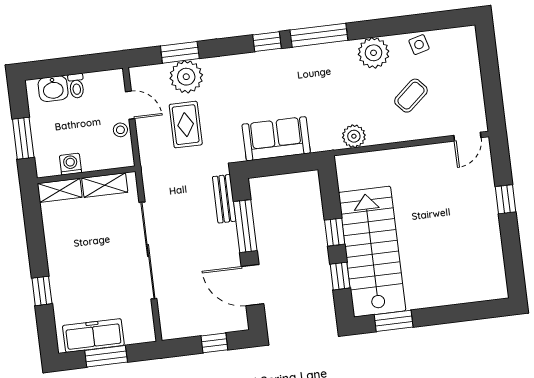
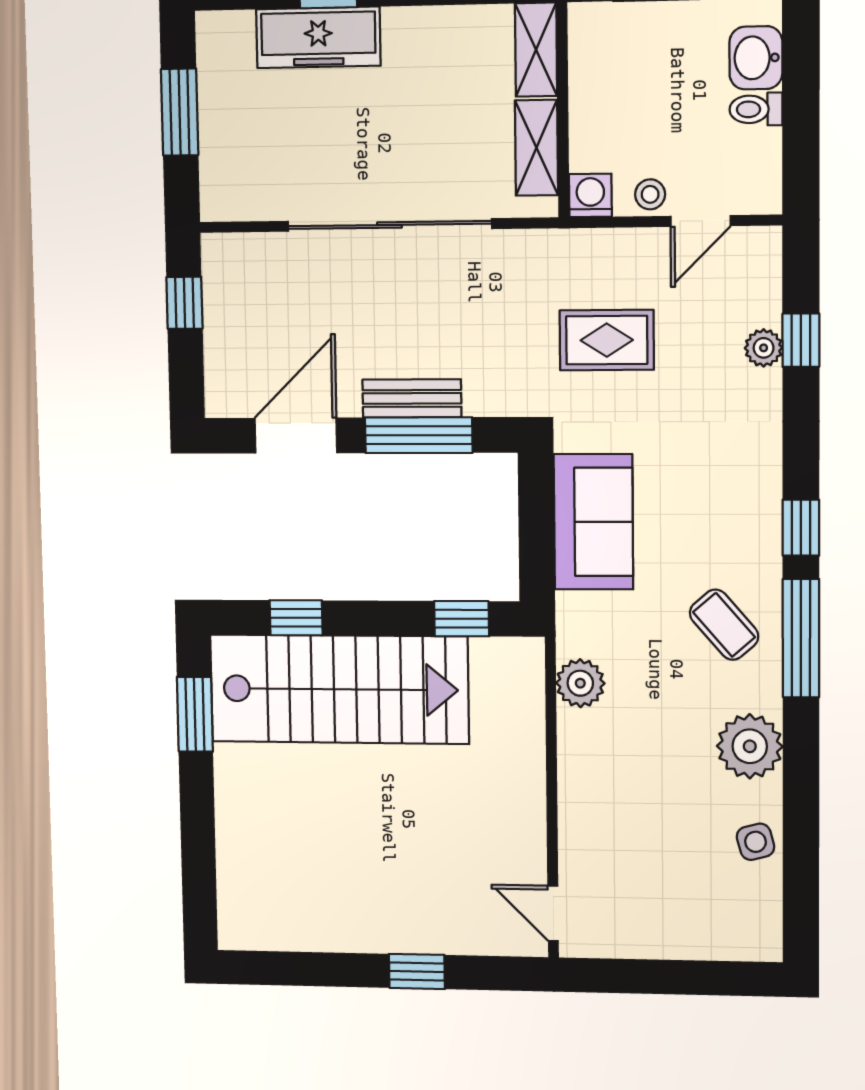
window: (180, 52) -> (801, 340), width x0.67
plant: (186, 77) -> (764, 348), width x0.53, depth x0.53
coffee table: (411, 96) -> (724, 625), moved
rug: (186, 125) -> (607, 340), moved
washing machine: (70, 164) -> (590, 195), moved, turned -90
bench: (224, 199) -> (412, 398), moved
window: (335, 232) -> (462, 619), moved
freezer: (93, 335) -> (318, 37), moved, turned 90
window: (214, 343) -> (184, 303), moved

